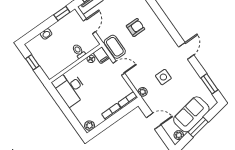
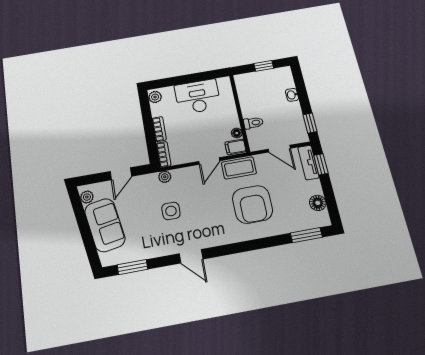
armchair: (136, 27) -> (252, 204), width x1.88, depth x1.88
desk: (70, 88) -> (198, 97), moved
window: (198, 127) -> (84, 226), removed

